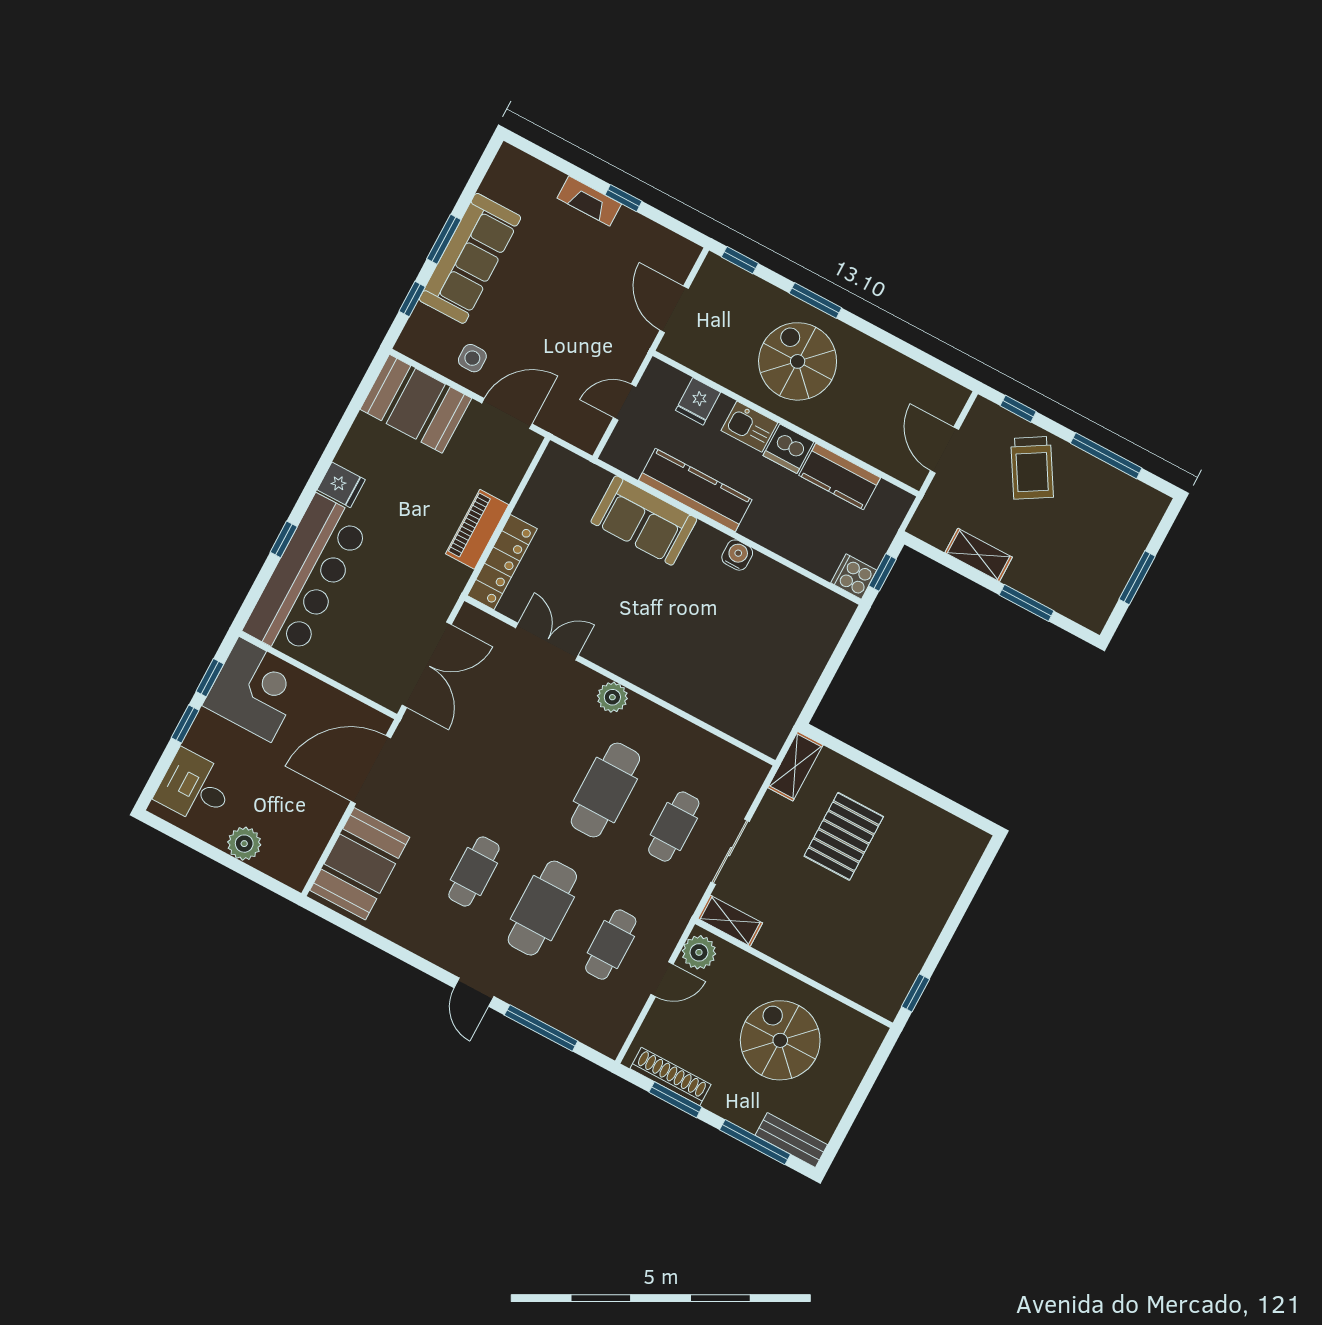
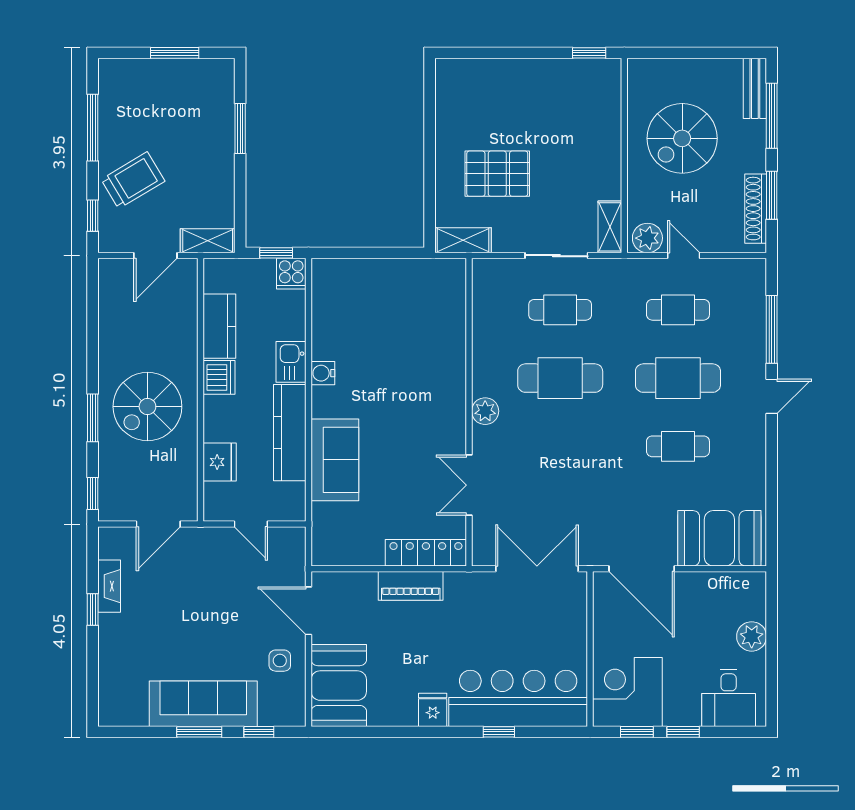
fireplace: (589, 201) -> (109, 586), moved
fridge: (698, 401) -> (220, 462), width x1.38
kitchen sink: (749, 427) -> (291, 362), moved, turned 180
shelving: (979, 555) -> (208, 241), moved, turned 90

